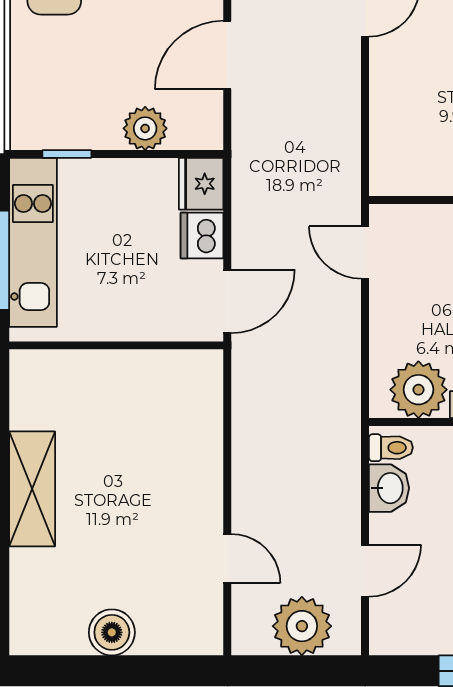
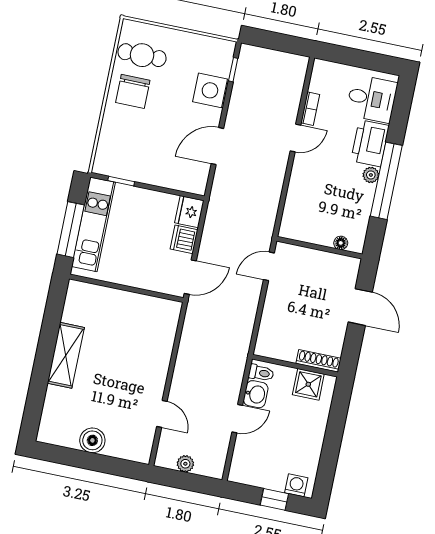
plant: (145, 128) -> (166, 176), removed
door: (365, 253) -> (269, 266), hinge flipped
plant: (418, 390) -> (282, 345), removed
door: (365, 571) -> (237, 419), moved
plant: (302, 626) -> (185, 464), width x0.53, depth x0.53

